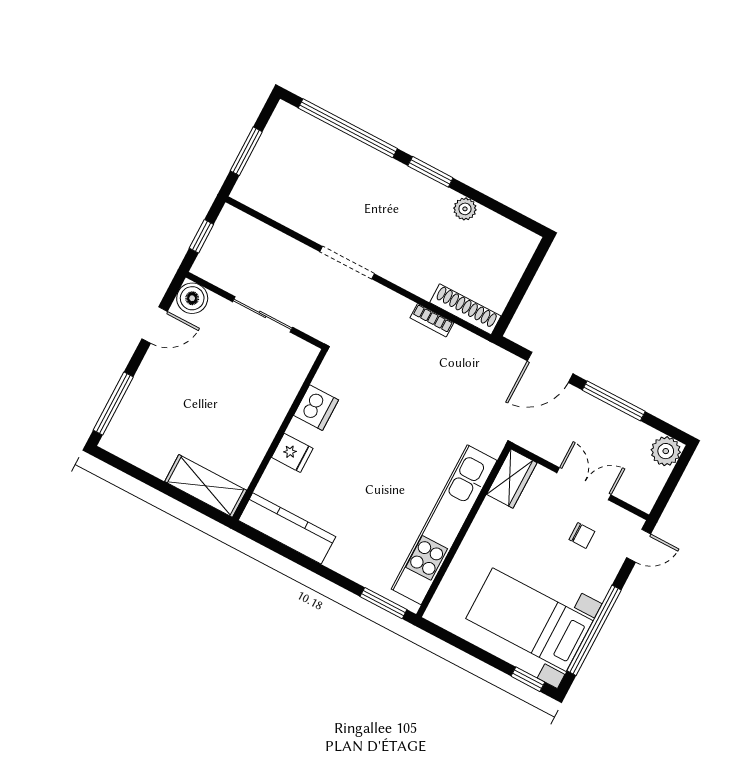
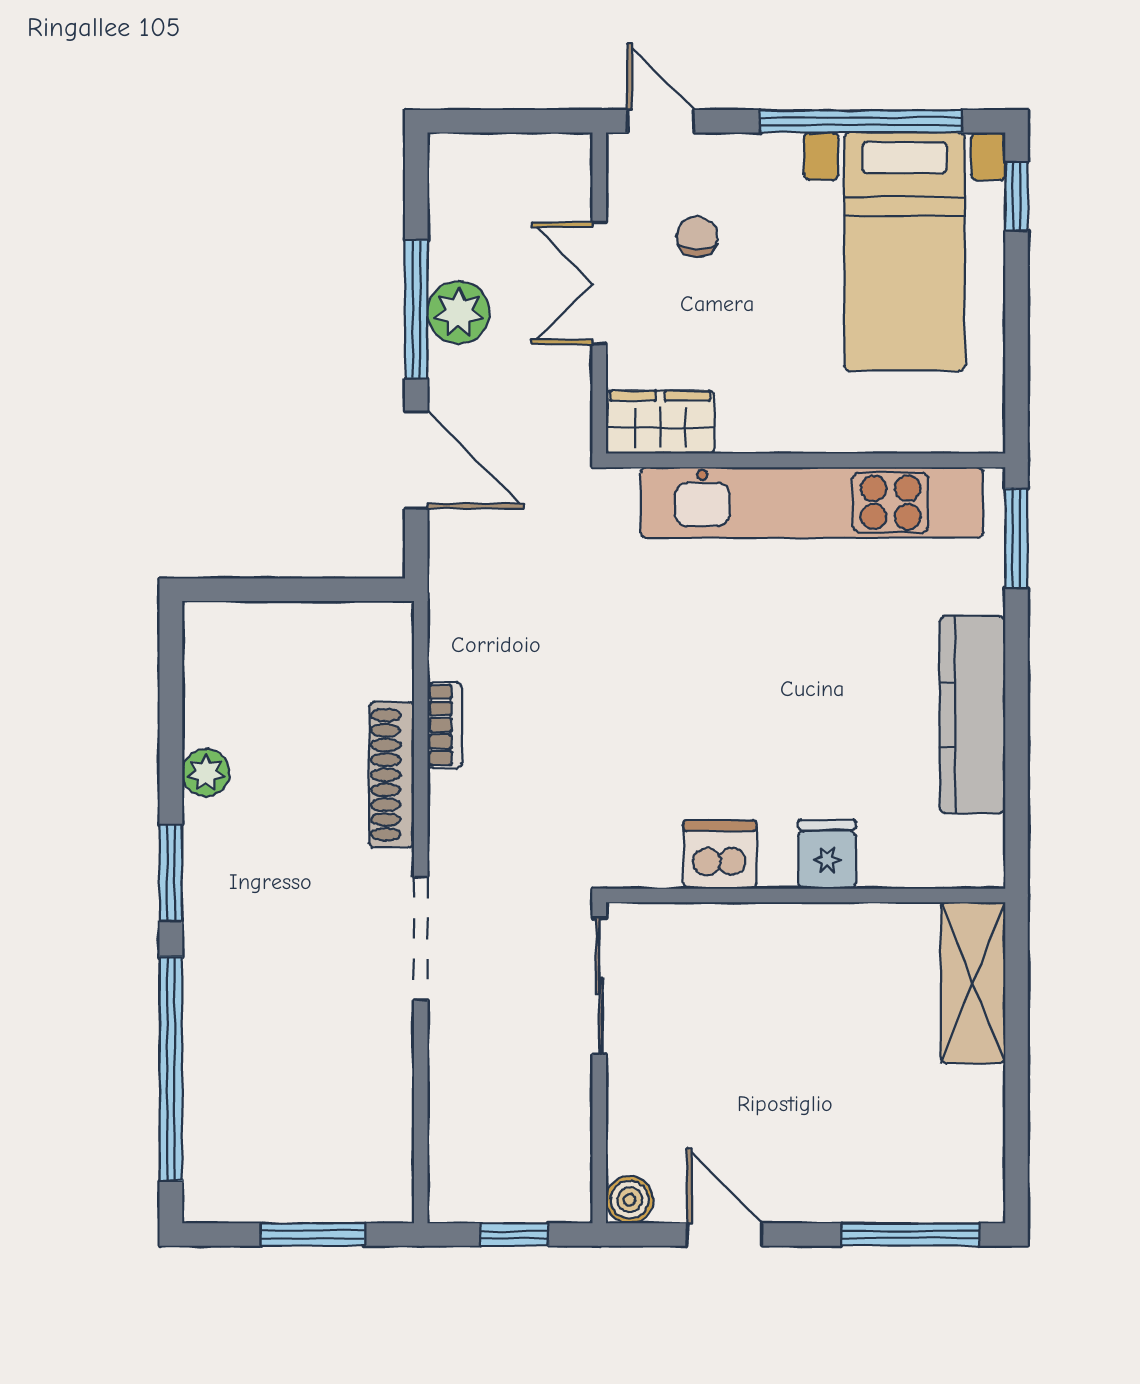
boiler: (192, 298) -> (630, 1200), width x0.73, depth x0.73
shoe rack: (465, 309) -> (392, 775), moved
sliding door: (263, 314) -> (599, 986), moved
plant: (666, 451) -> (459, 312), moved
kitchen counter: (287, 528) -> (972, 715), moved

